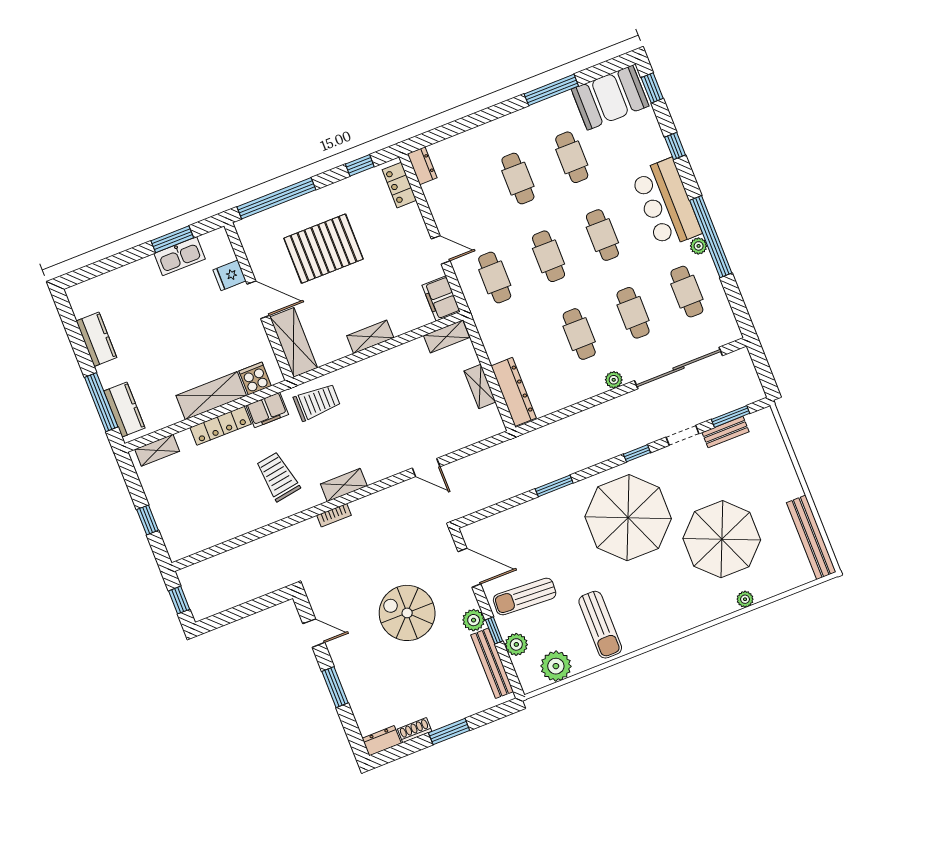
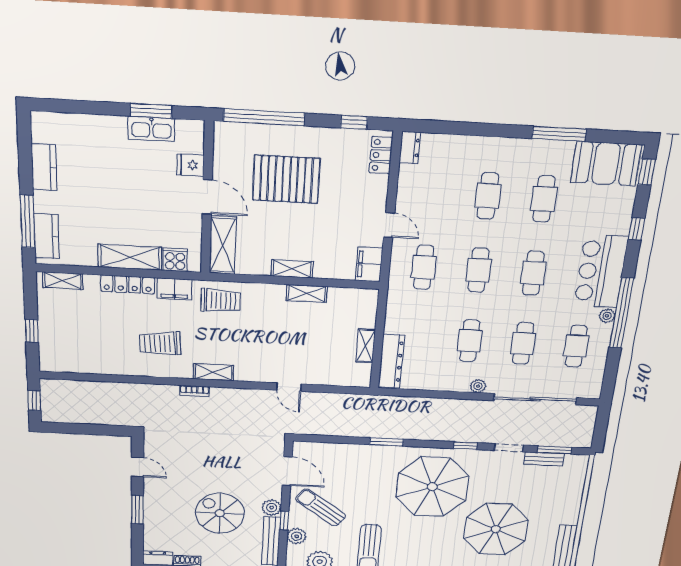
shelving: (447, 337) -> (307, 293), moved
trolley: (278, 477) -> (160, 343), turned -85
sun lounger: (525, 596) -> (321, 507), turned 33
spiral stairs: (407, 613) -> (220, 513), moved

